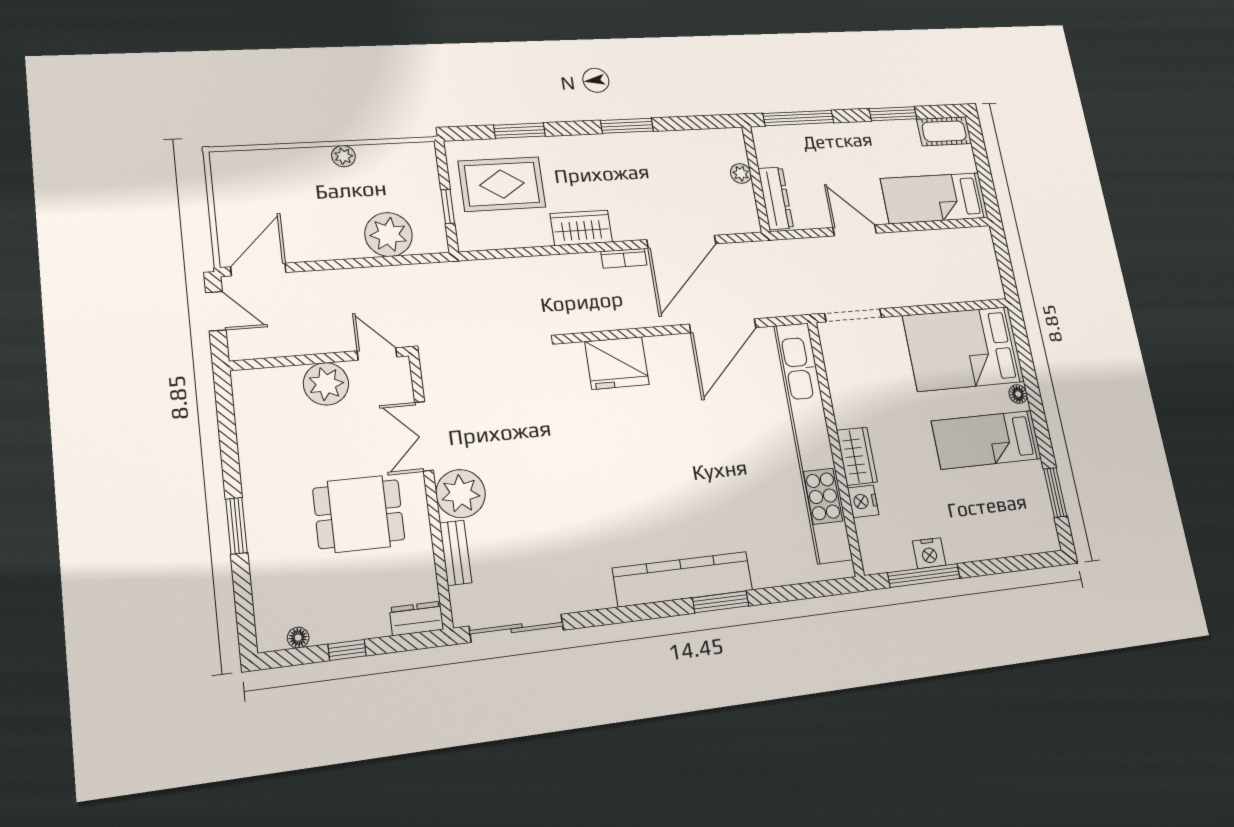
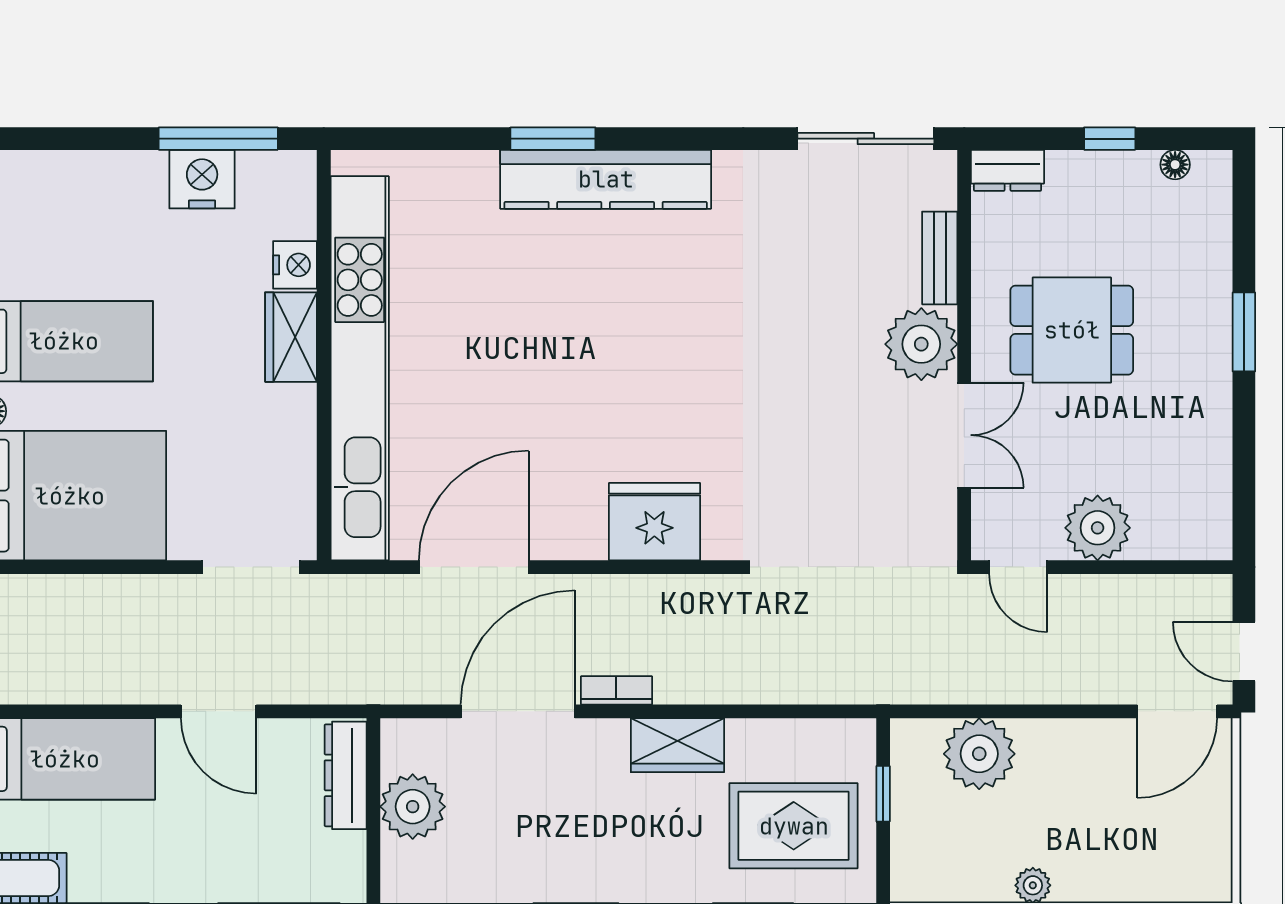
plant: (741, 173) -> (413, 807), width x1.88, depth x1.88
nightstand: (929, 553) -> (202, 179), width x1.36, depth x1.33

